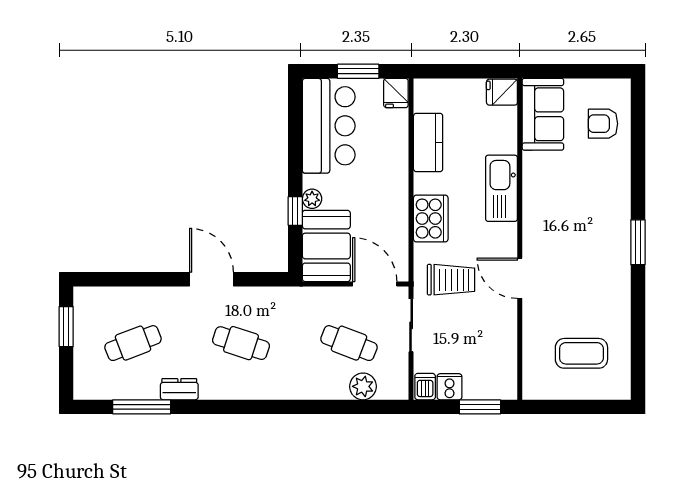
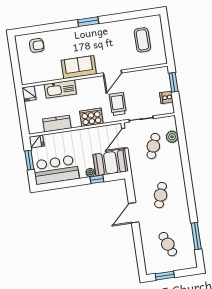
sofa: (543, 114) -> (79, 67), moved
armchair: (603, 124) -> (37, 45), turned -90
kitchen sink: (502, 188) -> (60, 89), moved
dishwasher: (425, 387) -> (168, 109), removed
dresser: (179, 389) -> (186, 220), removed

